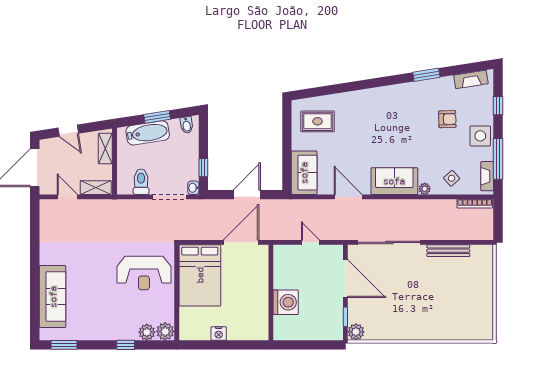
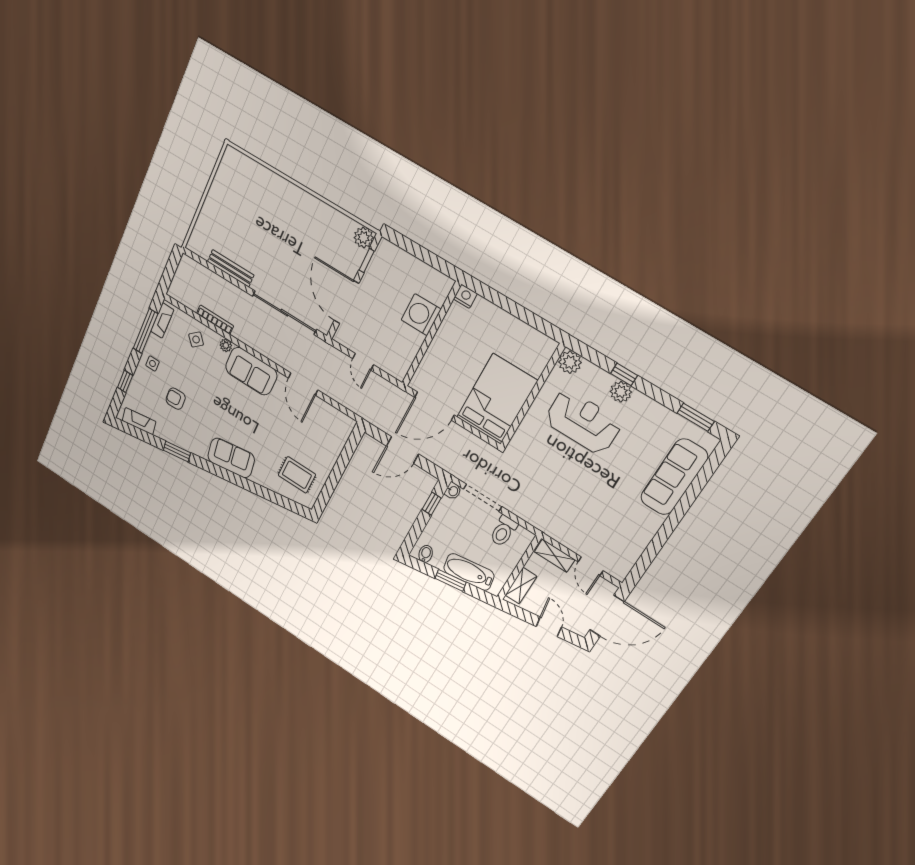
side table: (480, 136) -> (153, 363), width x0.54, depth x0.54
sofa: (304, 173) -> (231, 458), moved, turned 81
bookcase: (475, 204) -> (215, 320), moved
reception desk: (144, 273) -> (583, 422), moved
plant: (147, 332) -> (621, 392), moved
nightstand: (219, 333) -> (465, 296), moved

